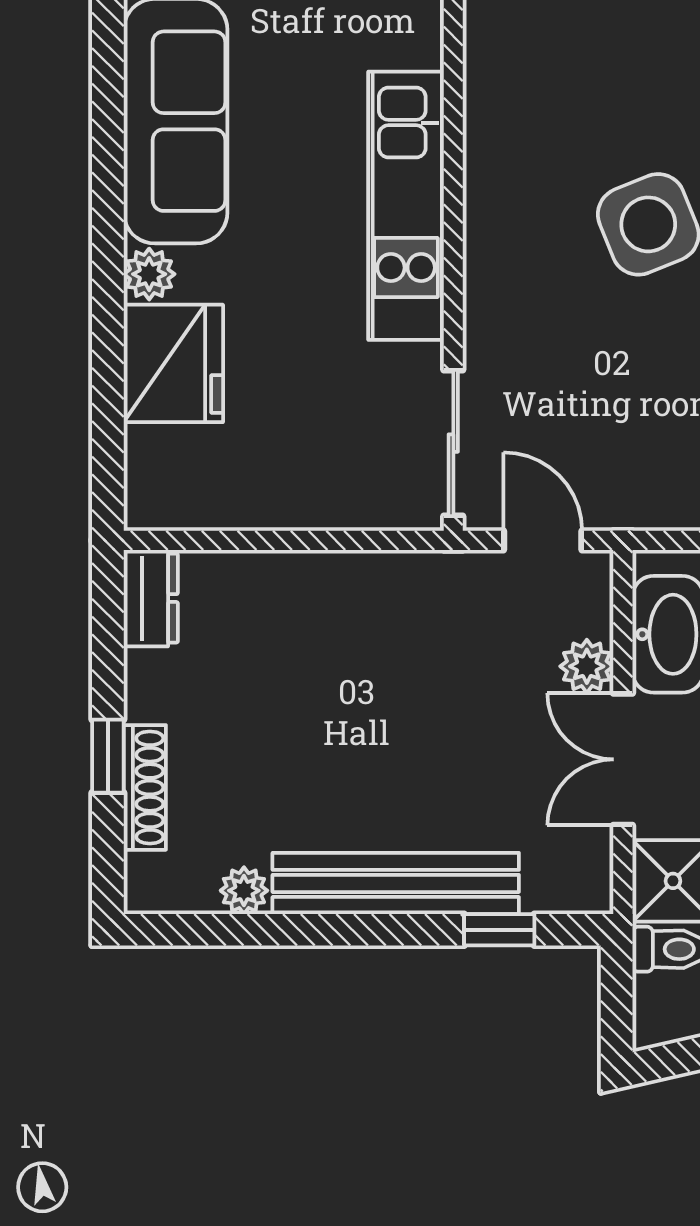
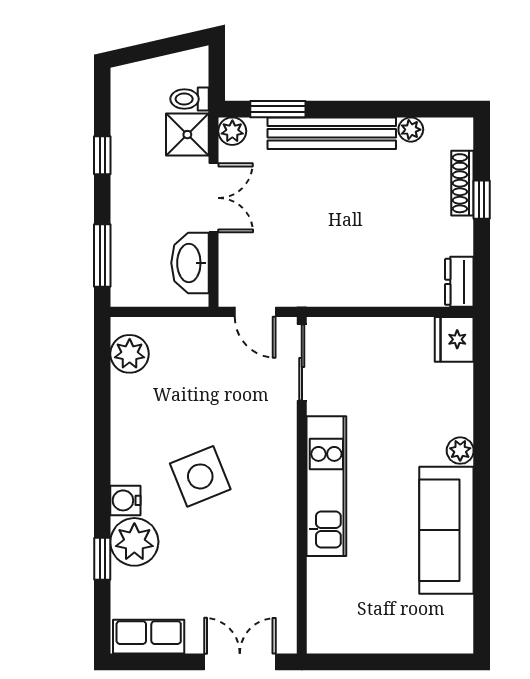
fridge: (173, 363) -> (454, 339), moved, width x0.73, depth x0.75
plant: (587, 666) -> (232, 131), moved
window: (499, 930) -> (278, 109), width x1.50

